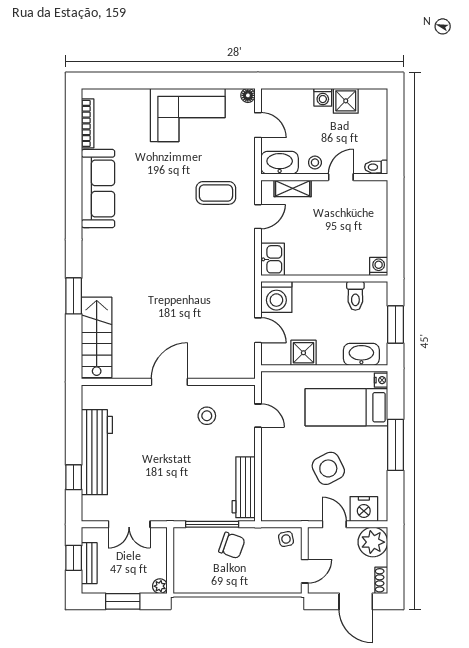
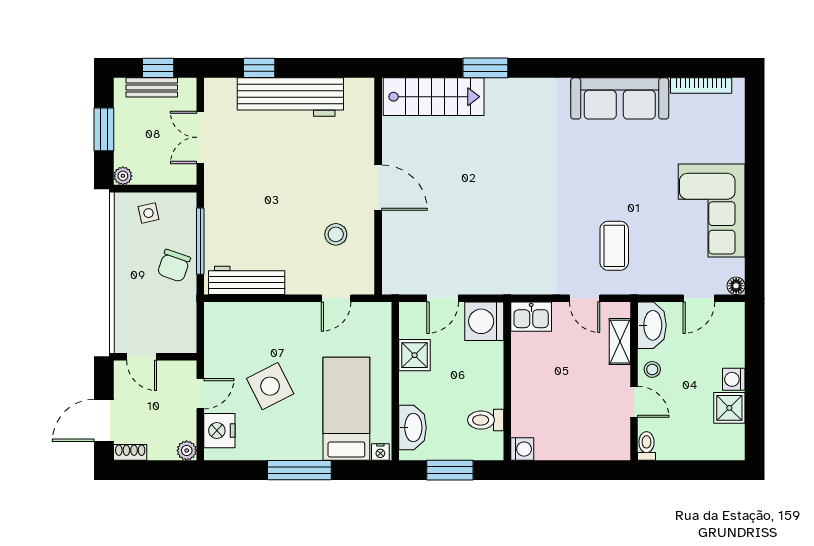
side table: (286, 539) -> (148, 213), moved
plant: (373, 542) -> (187, 450), width x0.53, depth x0.53

